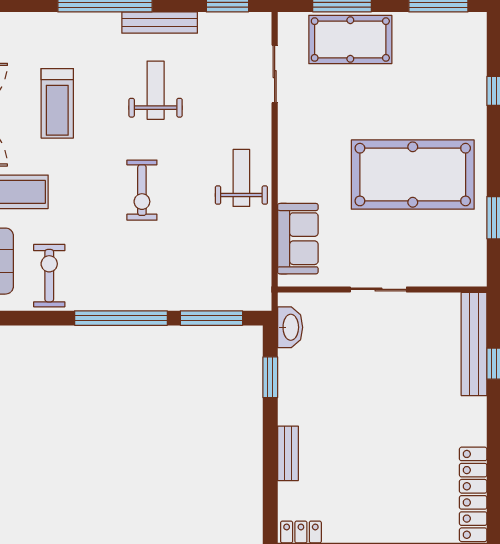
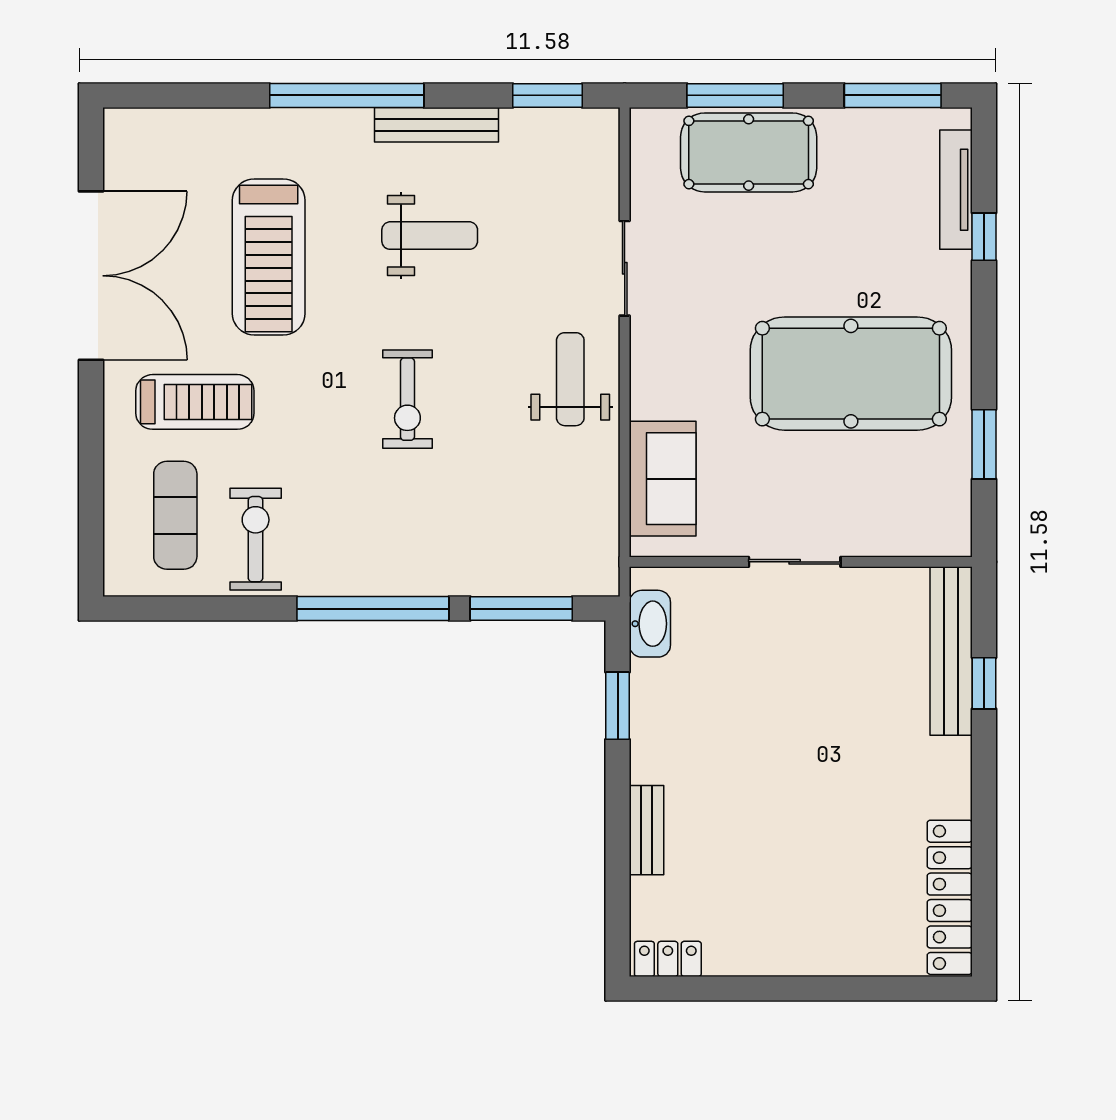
tv unit: (477, 62) -> (956, 190), added
sliding door: (275, 74) -> (625, 268), moved
weight bench: (156, 90) -> (430, 236), turned 90
treadmill: (57, 103) -> (269, 257), width x1.37, depth x1.38

